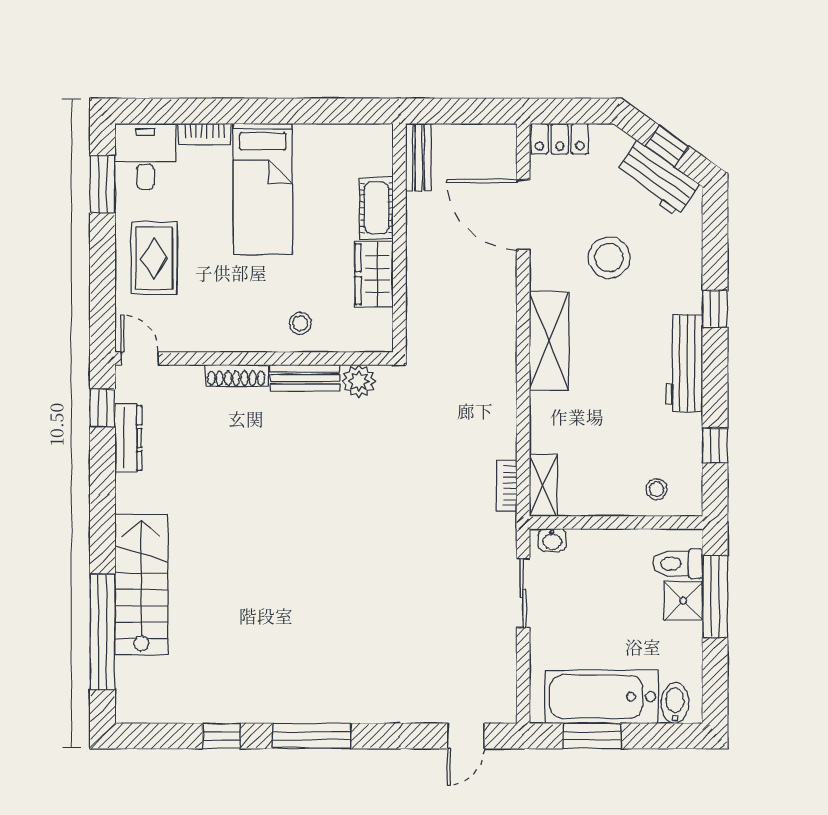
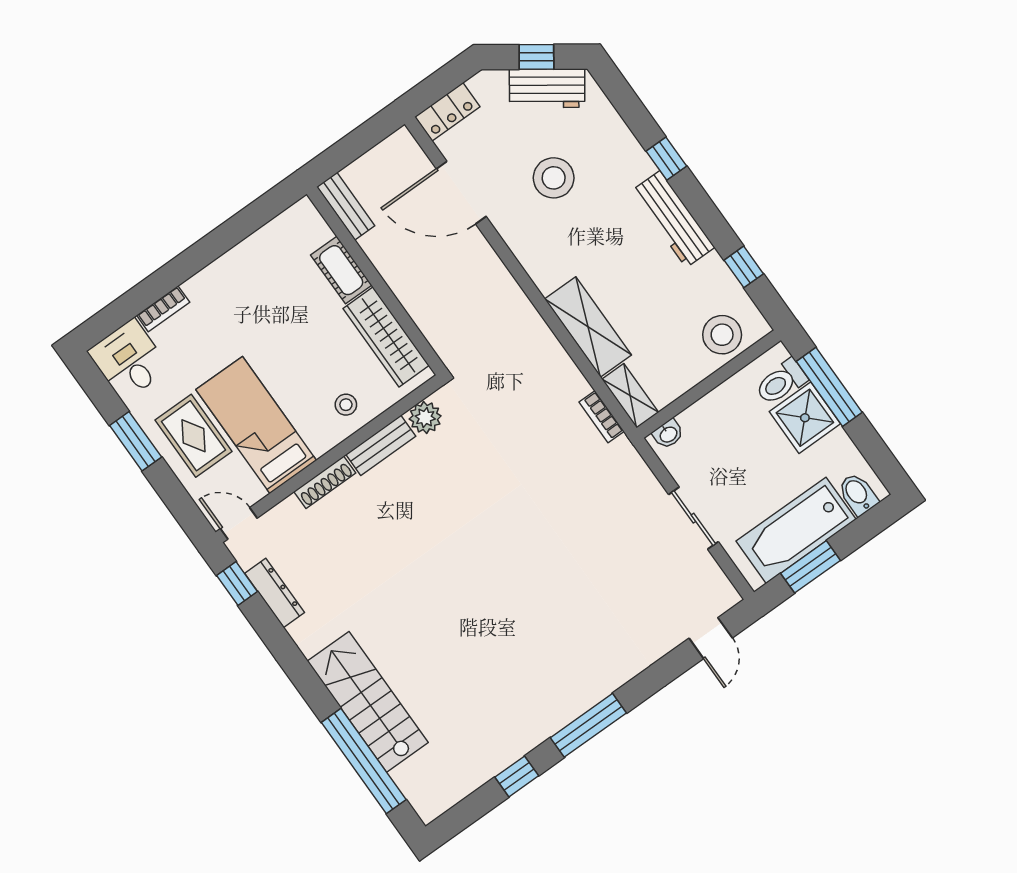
window: (103, 184) -> (136, 441), moved
bed: (263, 189) -> (256, 425), moved, turned 180
wardrobe: (374, 274) -> (386, 337), width x1.50
shelving: (549, 341) -> (588, 327), moved
stool: (656, 489) -> (722, 335), width x1.89, depth x1.89
sliding door: (523, 593) -> (693, 518), moved
shower: (683, 601) -> (805, 418), width x1.36, depth x1.36

